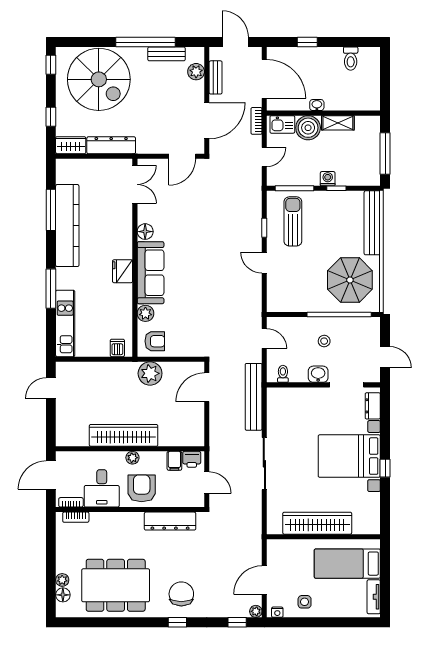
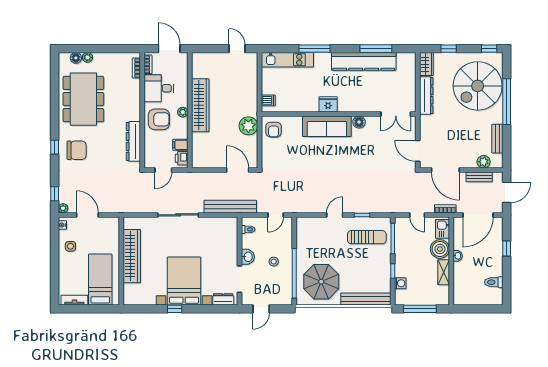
window: (145, 42) -> (507, 102), moved
washing machine: (328, 179) -> (400, 283), moved
plant: (145, 313) -> (295, 122), removed

